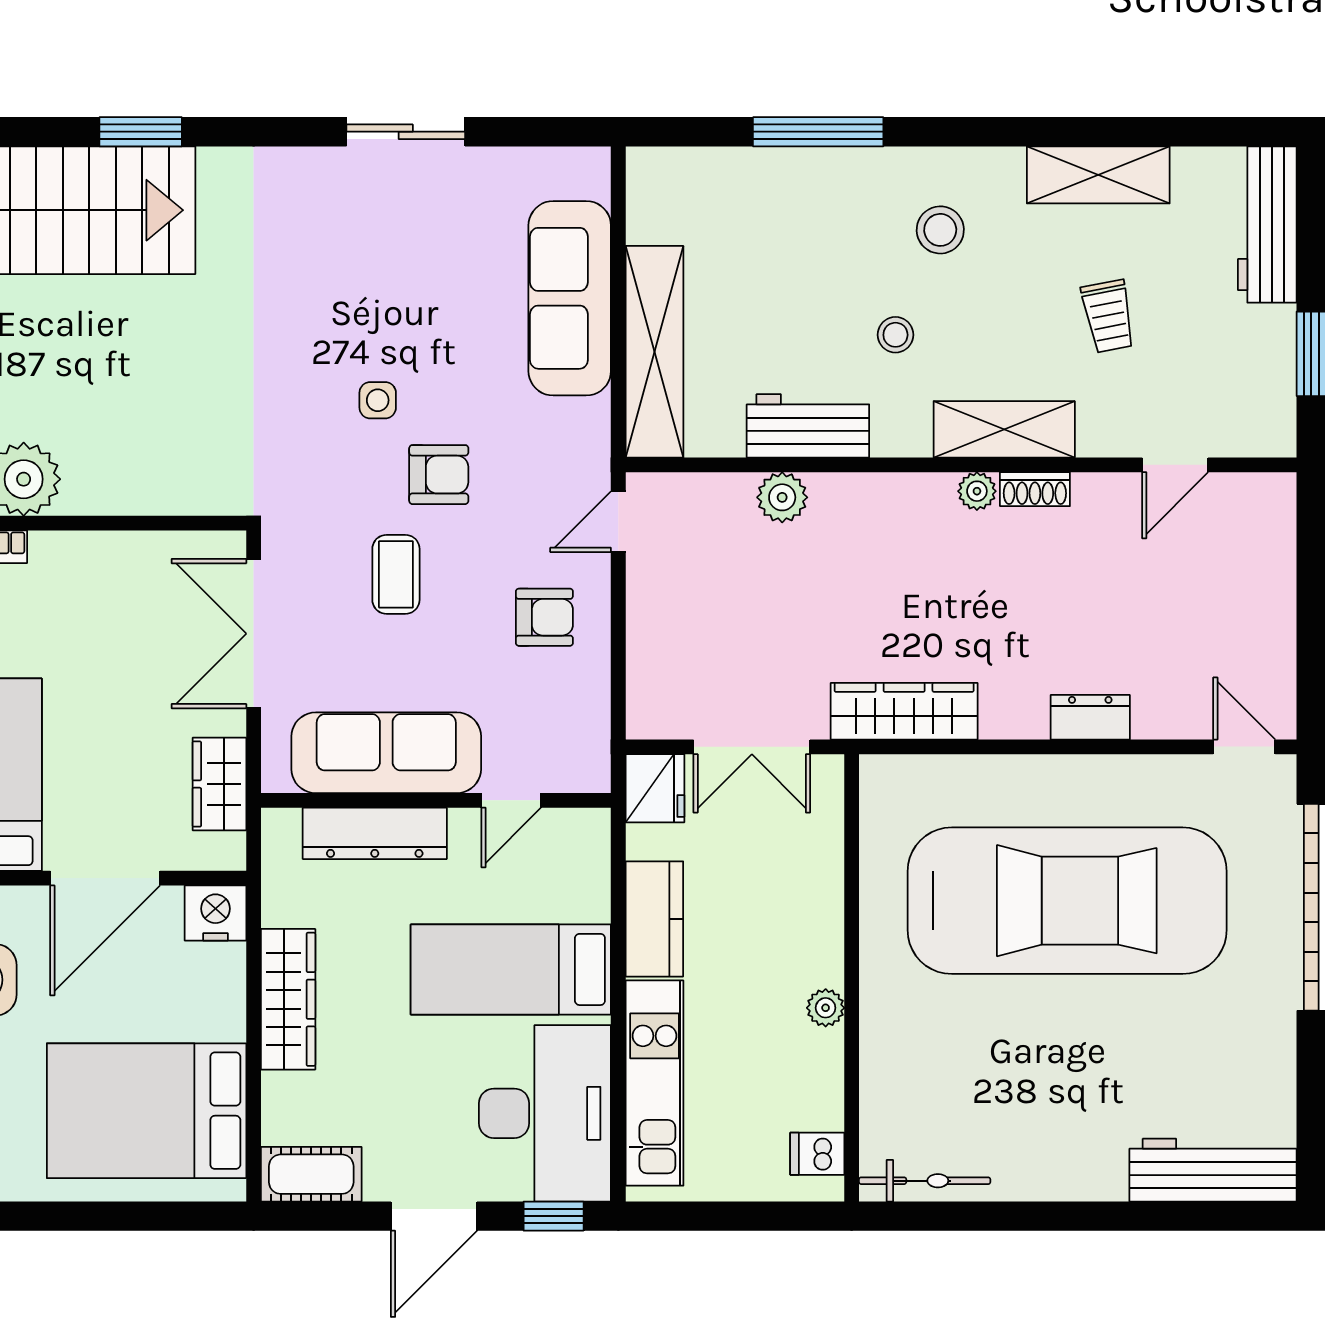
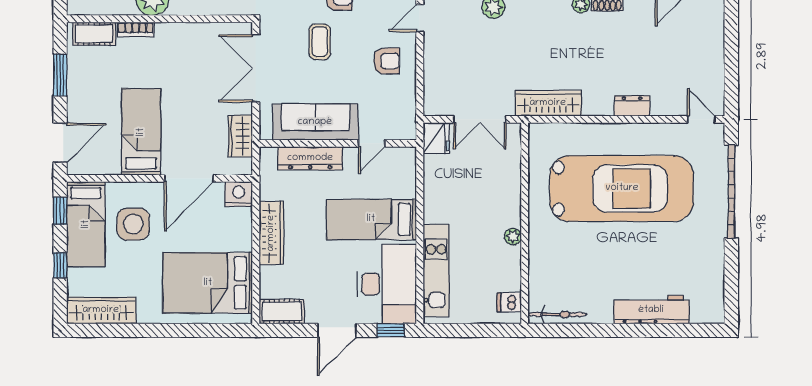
kitchen counter: (654, 919) -> (436, 197), removed
workbench: (1213, 1170) -> (651, 310), moved

